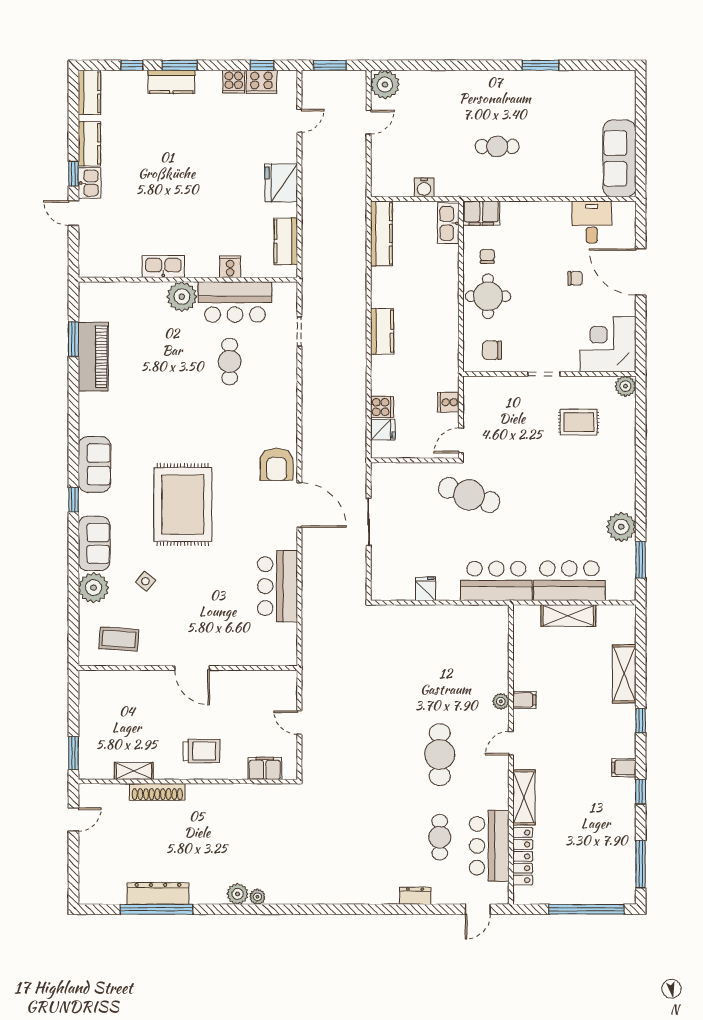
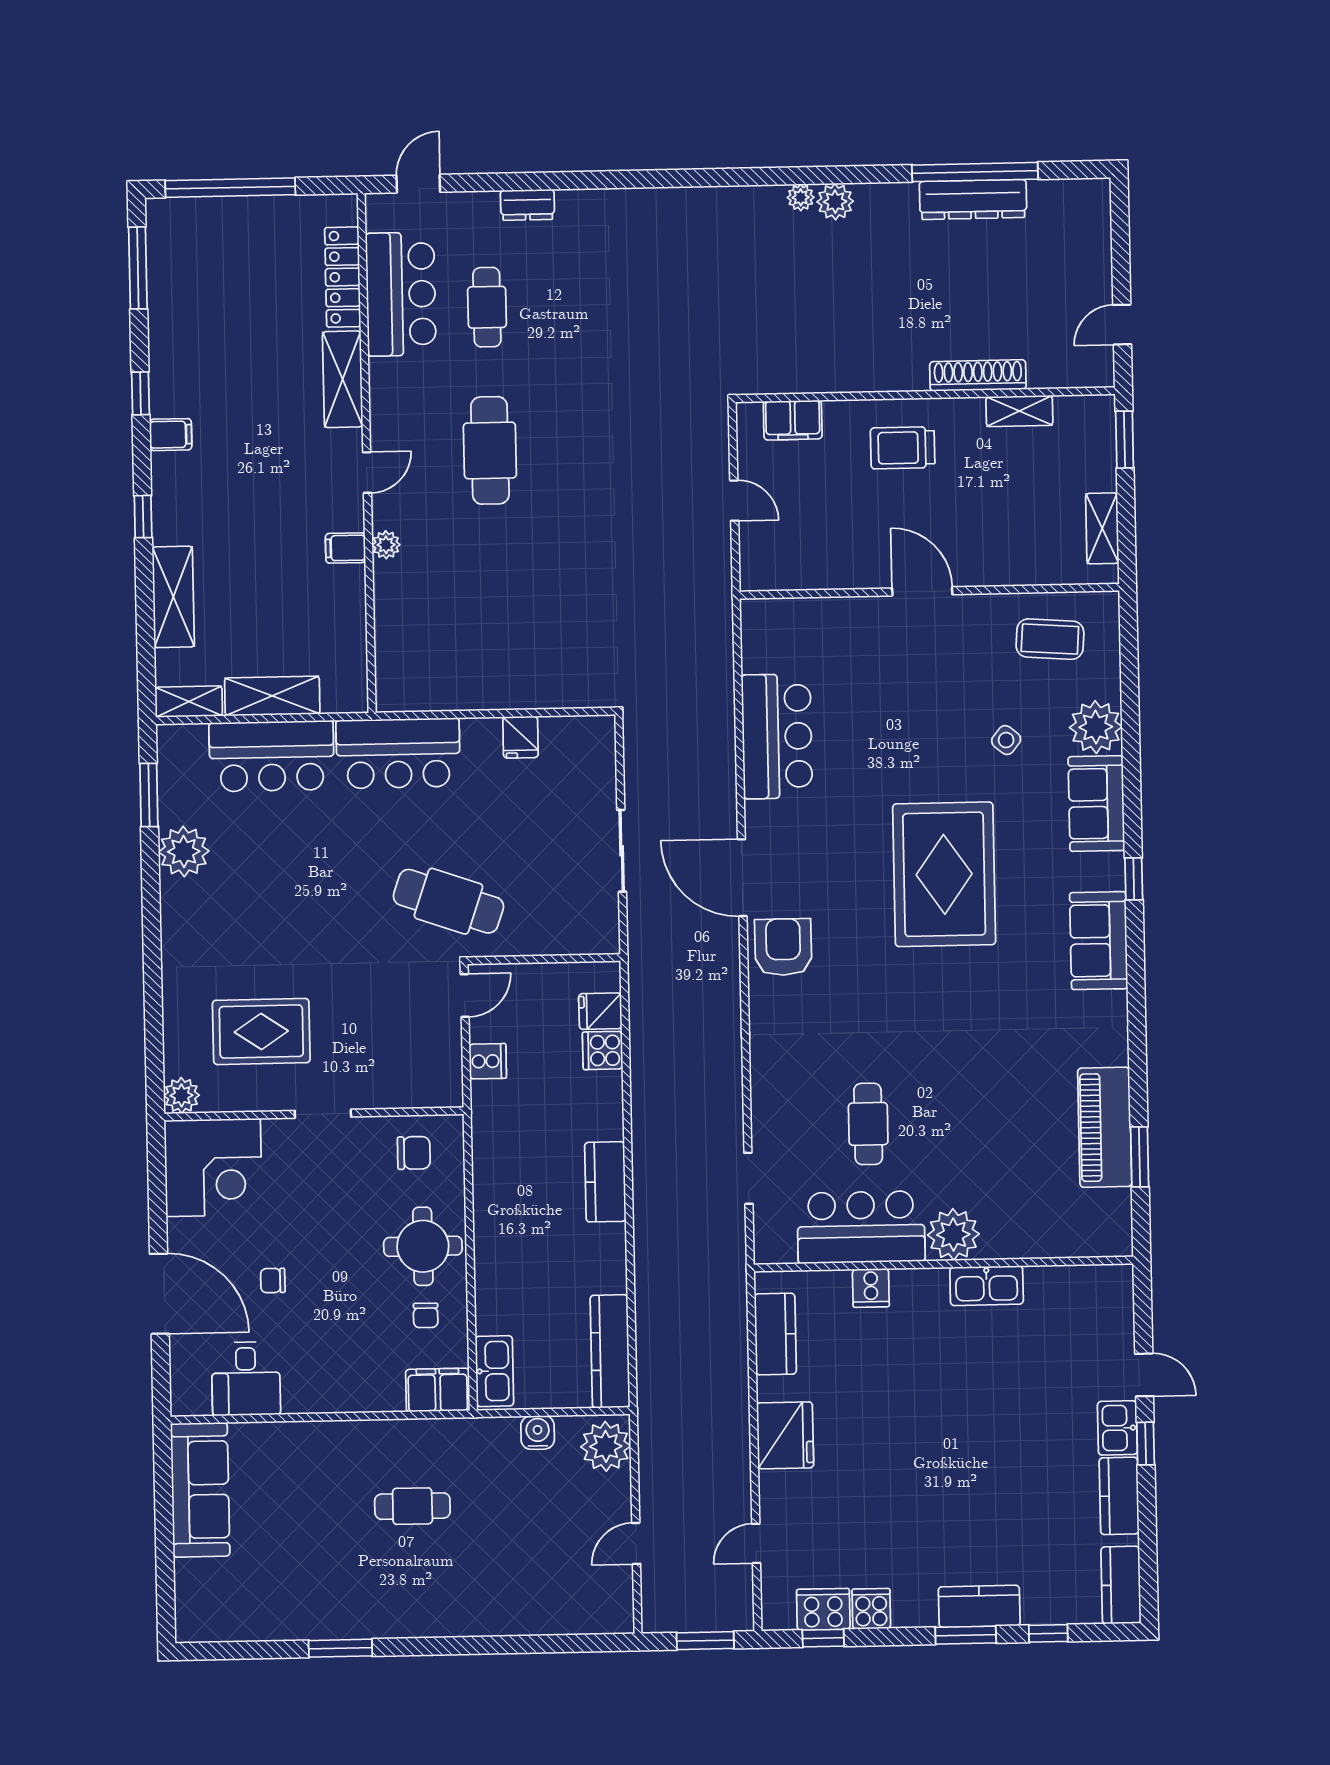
plant: (385, 85) -> (606, 1446), moved
rug: (579, 422) -> (261, 1031), width x1.36, depth x1.43
shelving: (617, 613) -> (189, 702), added
shelving: (87, 702) -> (1102, 528), added

